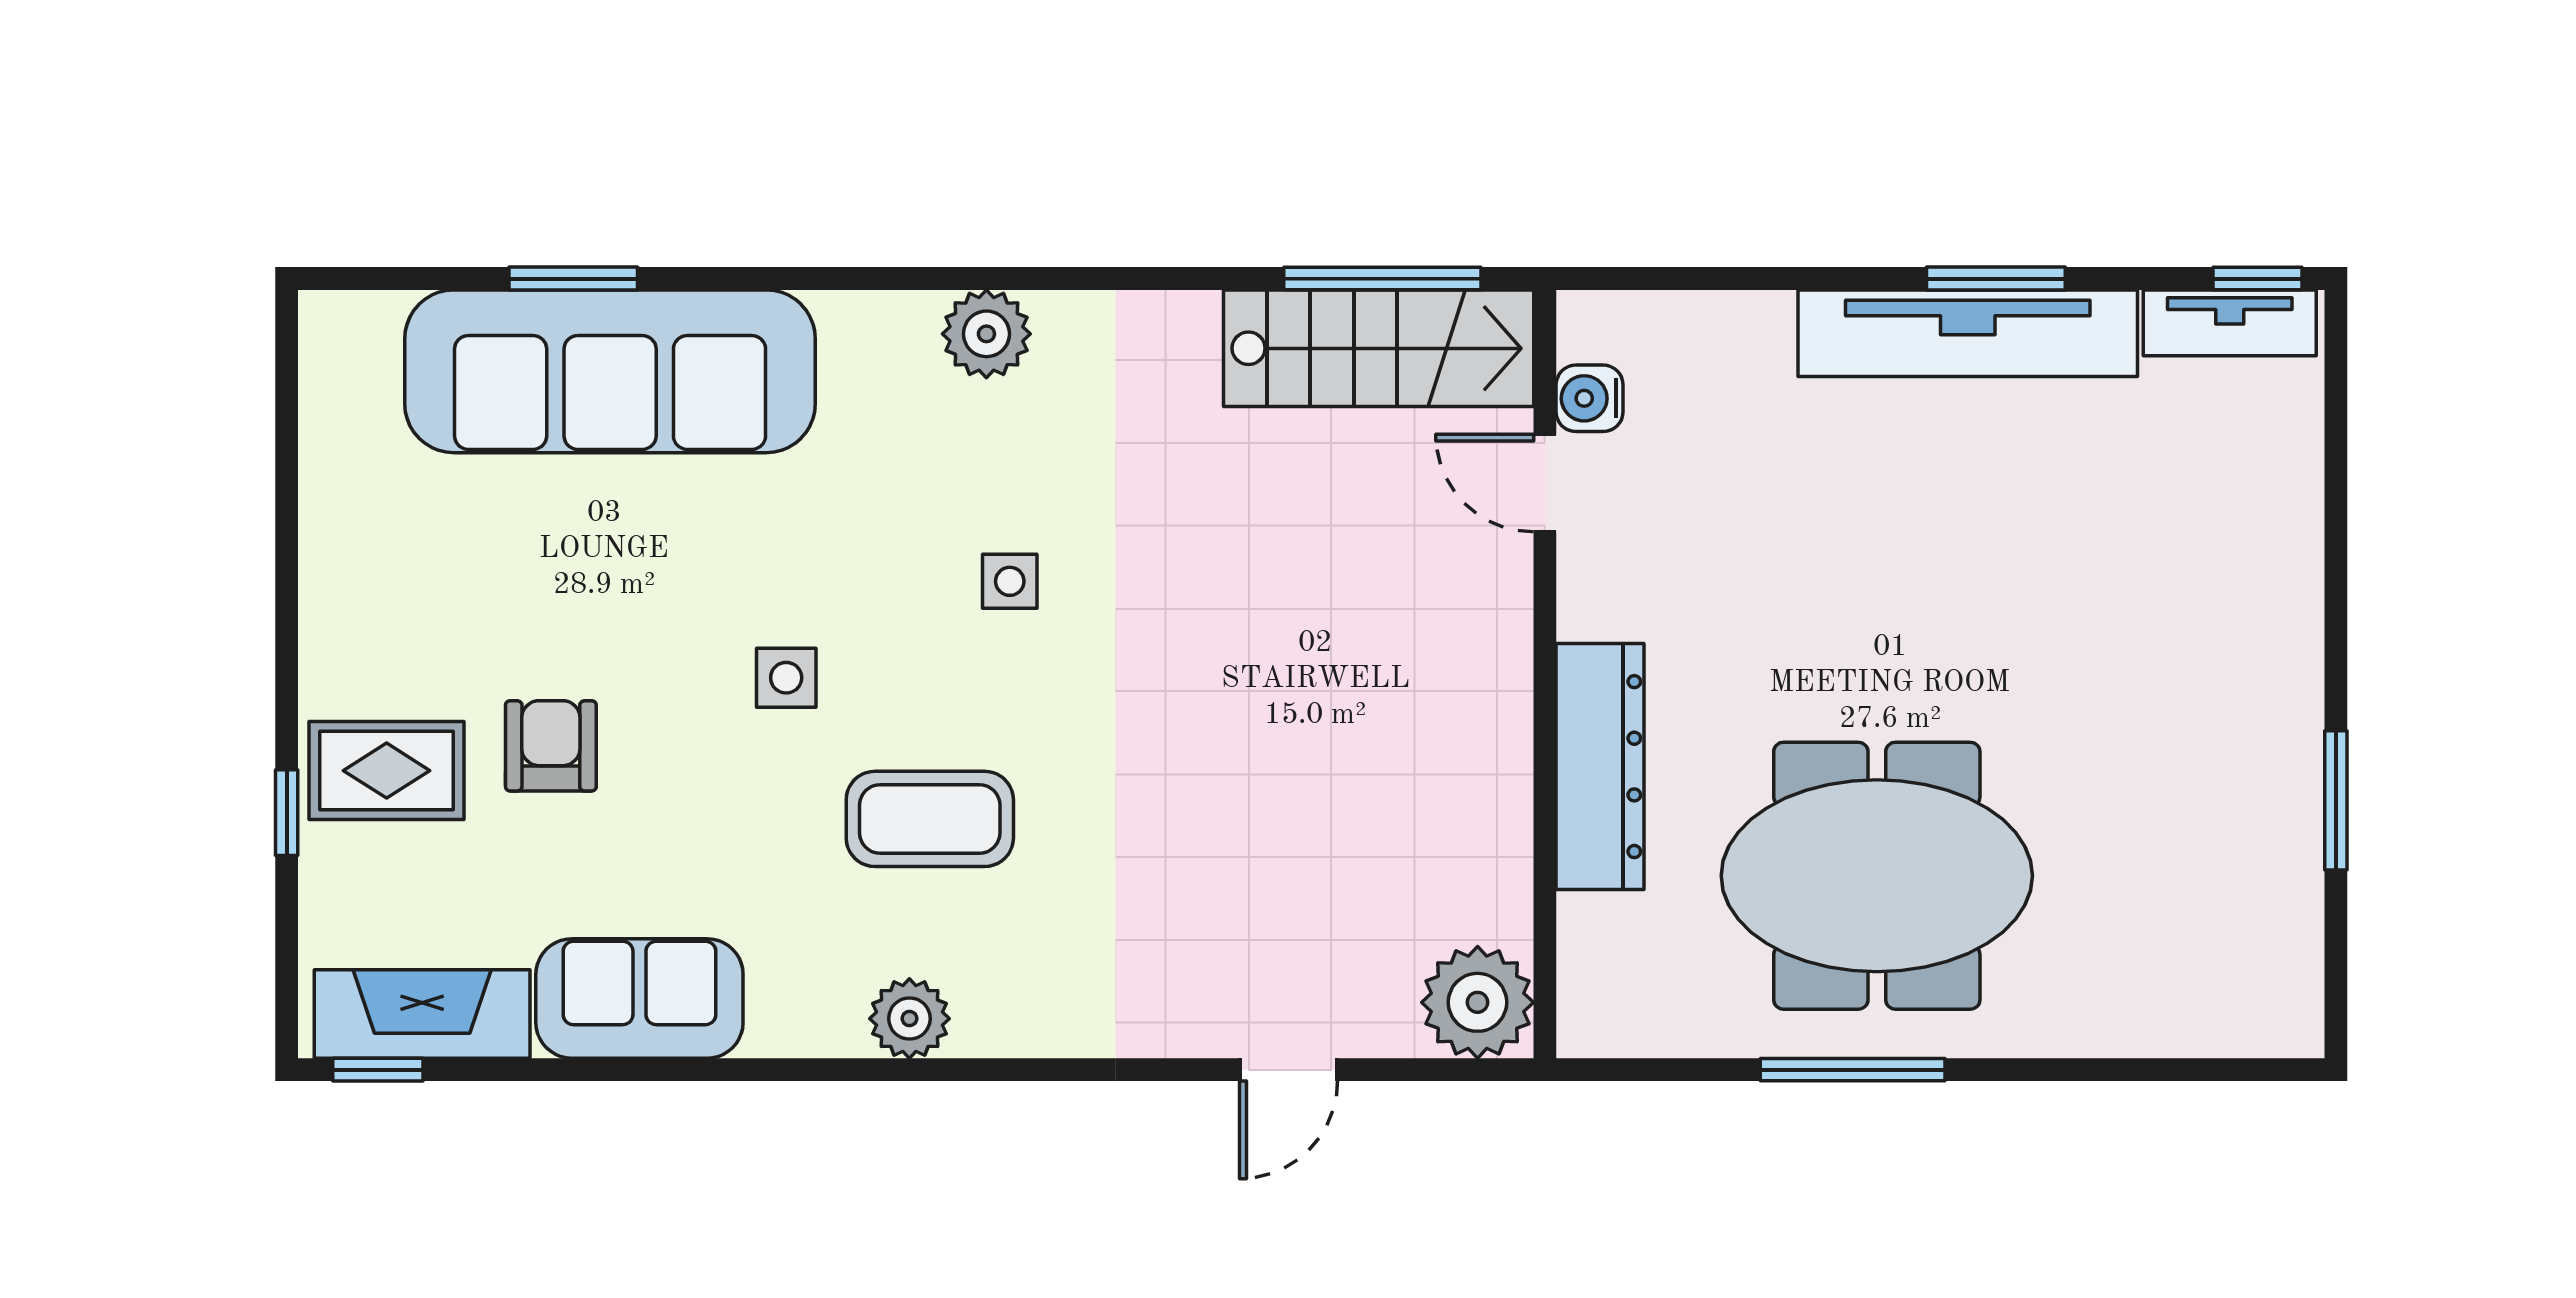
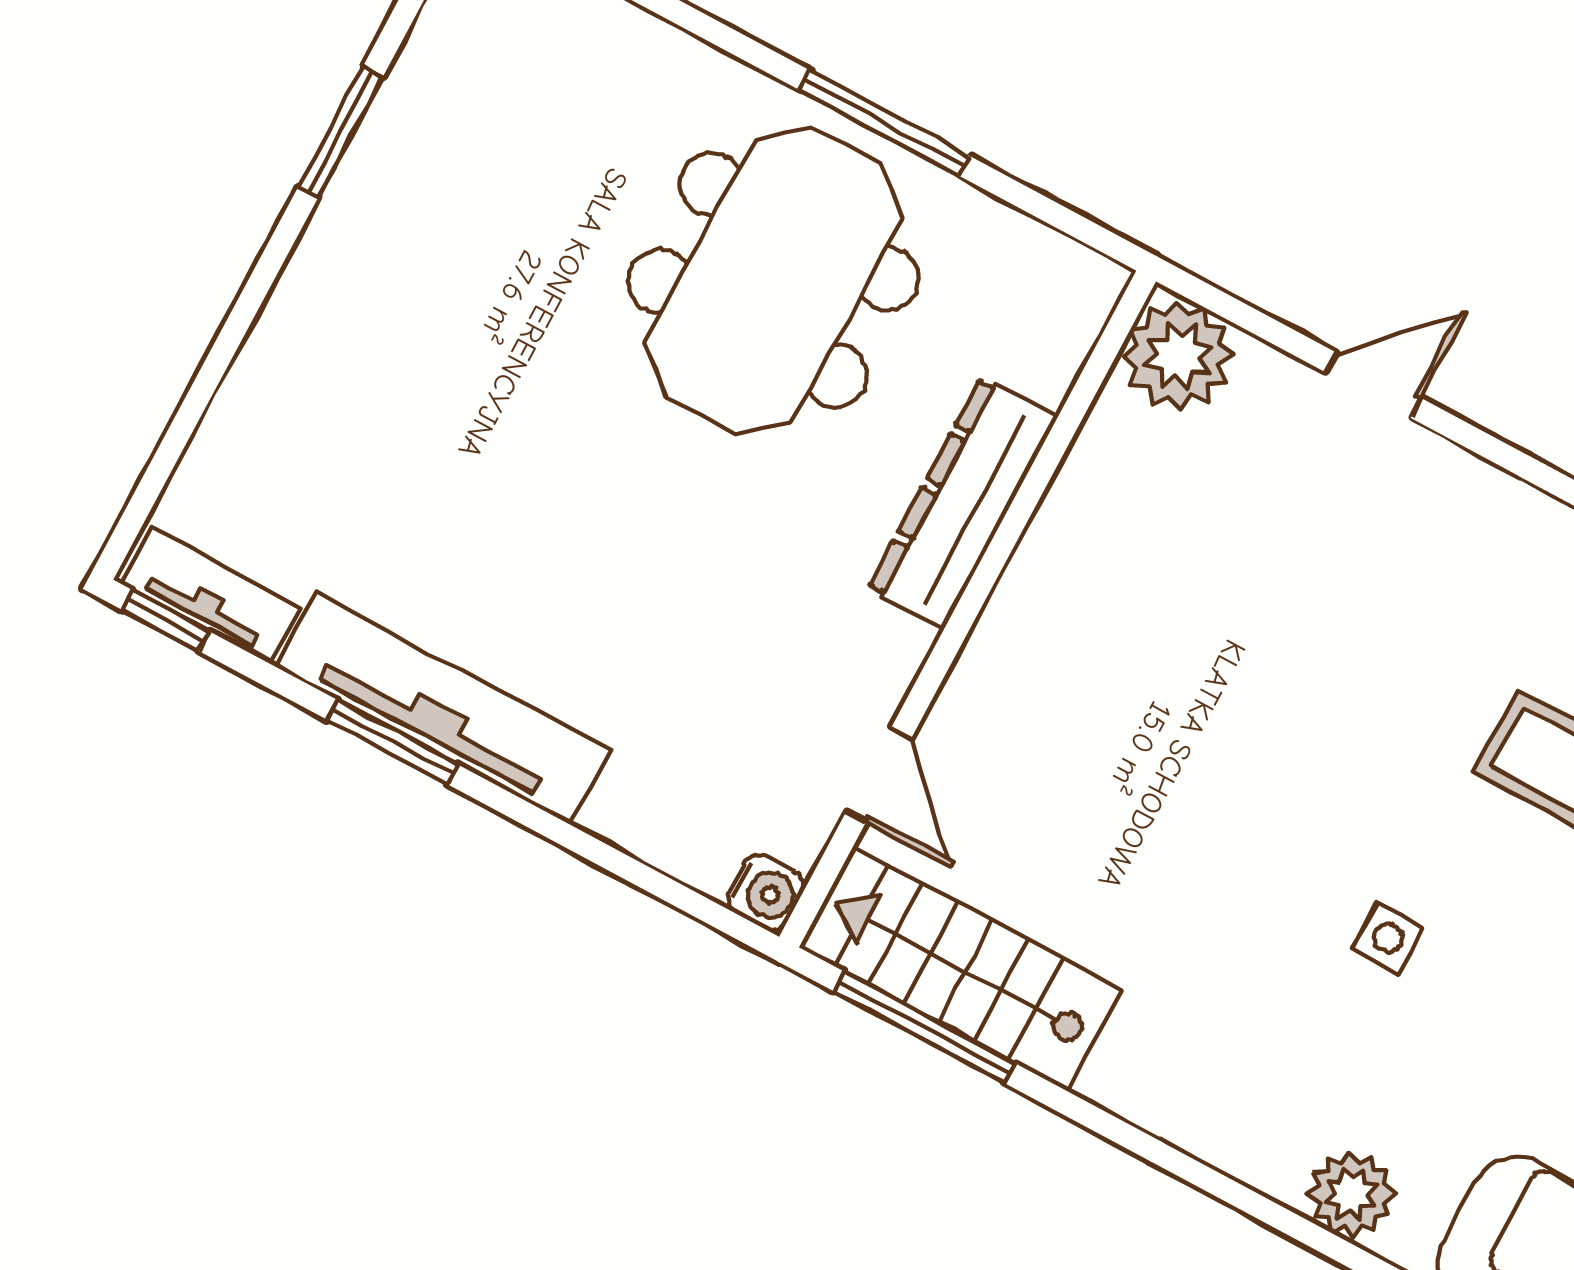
plant: (986, 334) -> (1351, 1194), moved
water cooler: (1590, 398) -> (766, 892), moved
meeting table: (1877, 876) -> (774, 280), turned 90

